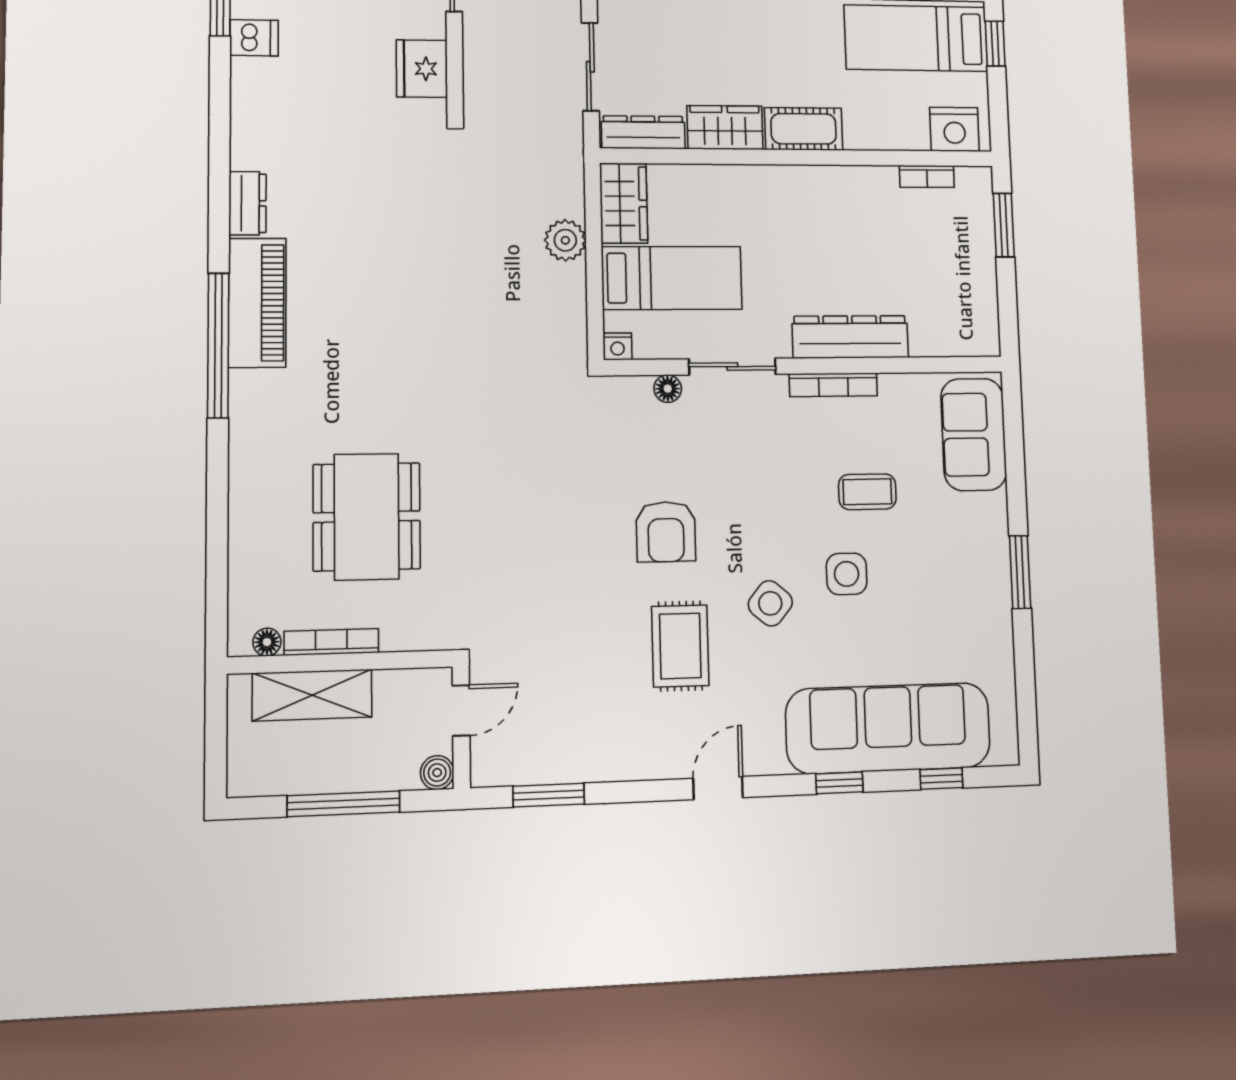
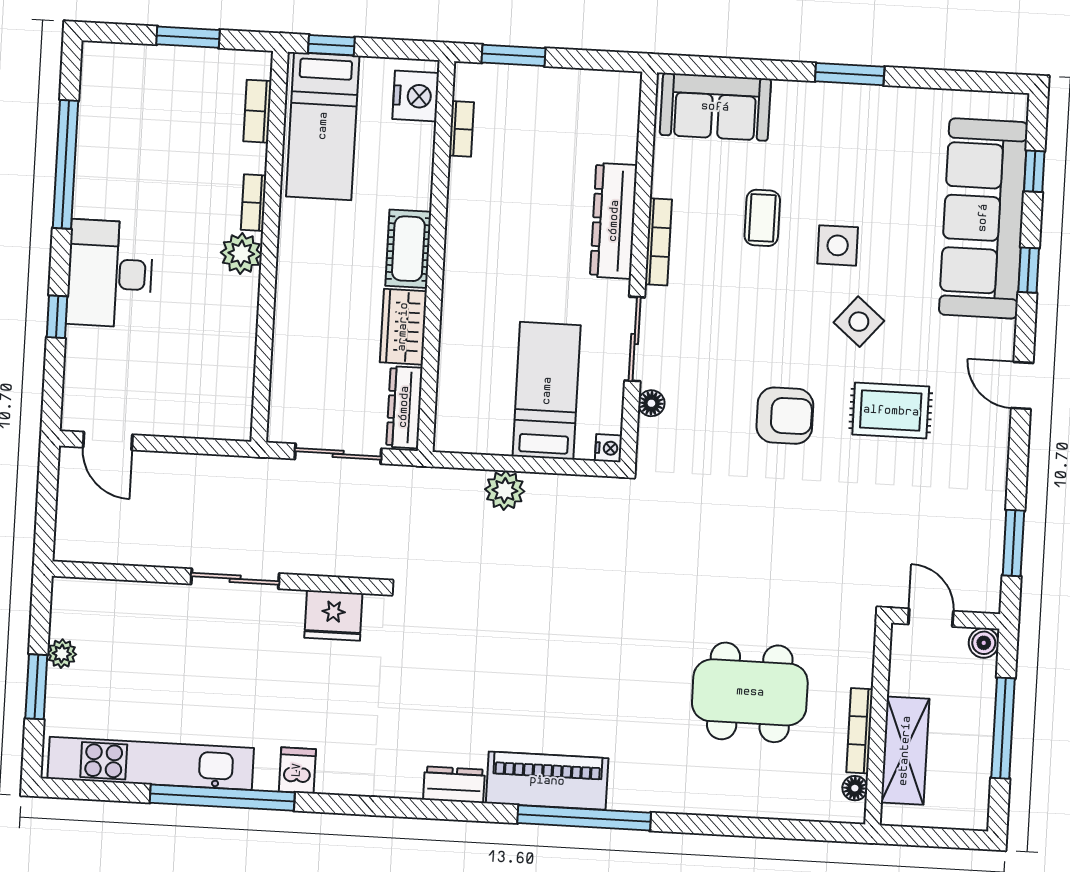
wardrobe: (624, 203) -> (472, 432), removed

